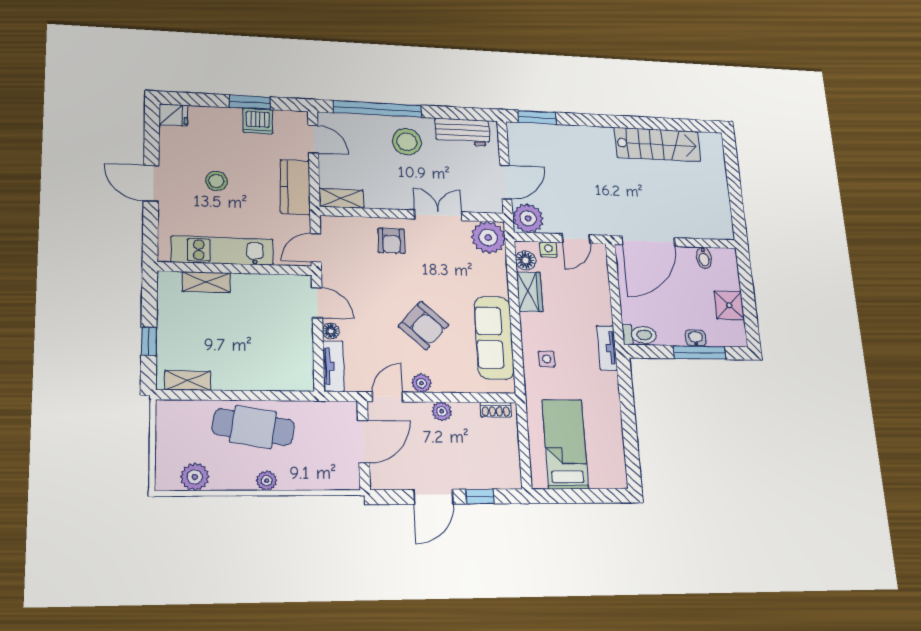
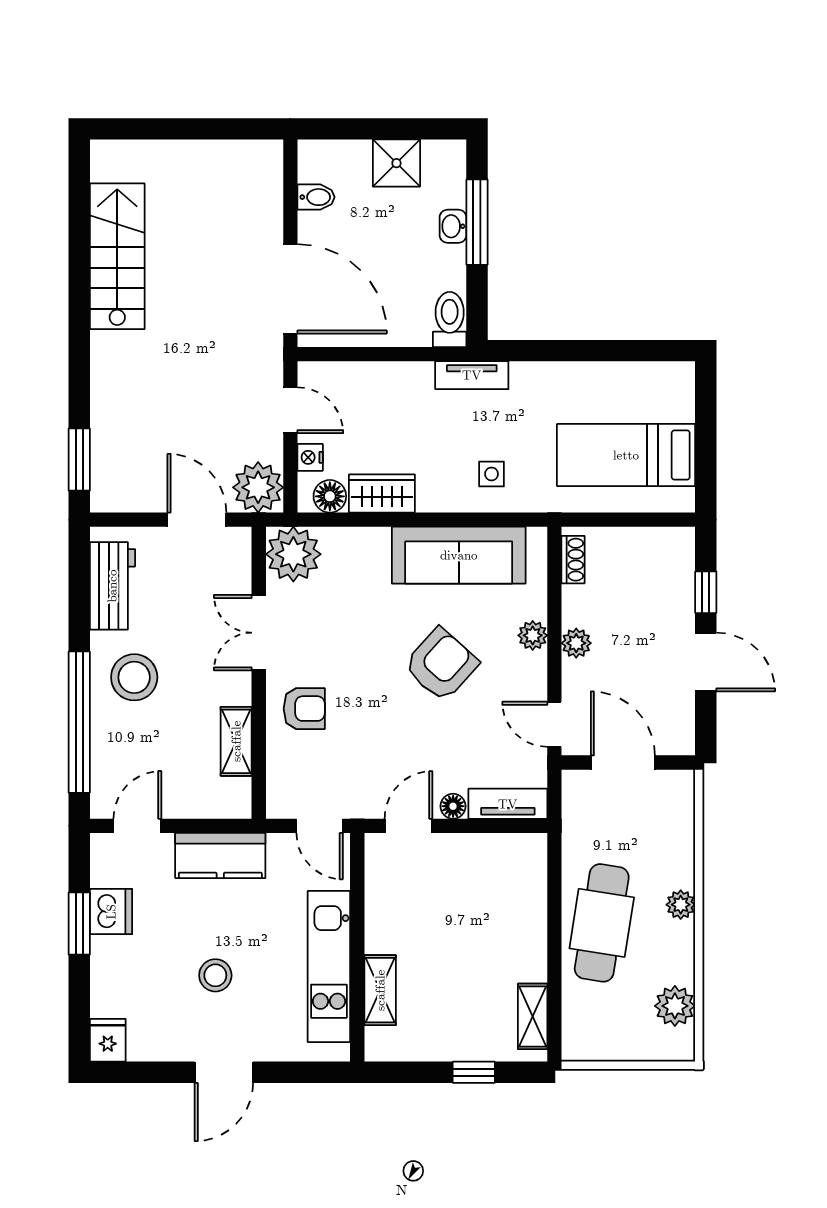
shelving: (341, 198) -> (236, 741), moved
plant: (421, 383) -> (533, 635), moved

